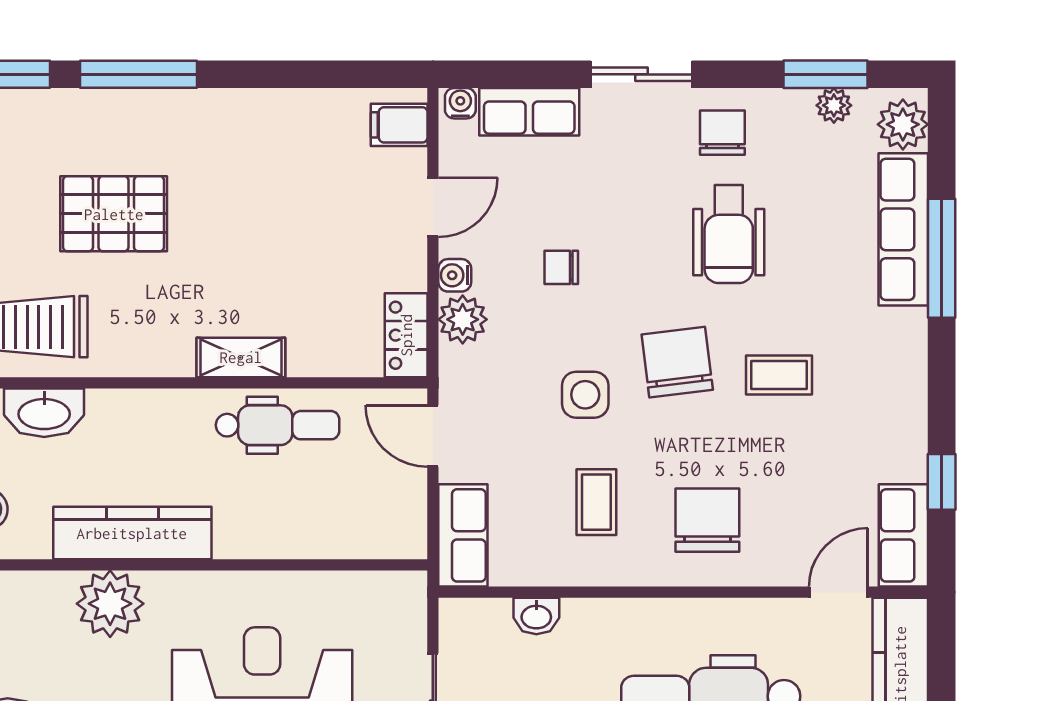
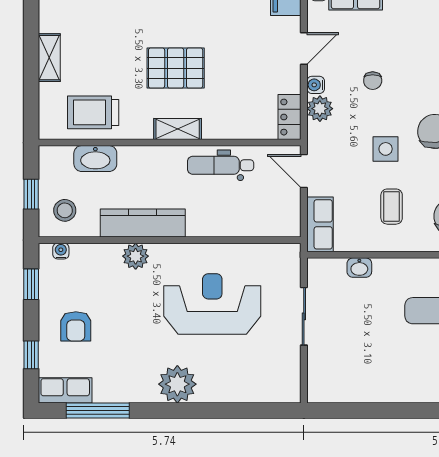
pallet: (114, 214) -> (176, 68), moved
chair: (561, 267) -> (373, 81), turned -90
shelving: (241, 357) -> (178, 129), moved
dental chair: (278, 425) -> (221, 165), turned 180
plant: (110, 604) -> (136, 256), width x0.73, depth x0.73

